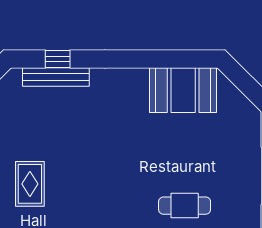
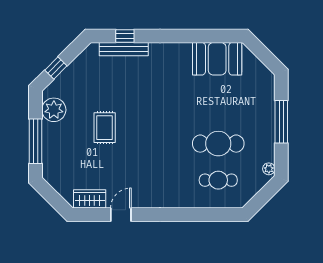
cafe table: (185, 206) -> (218, 144), width x1.37, depth x1.35

